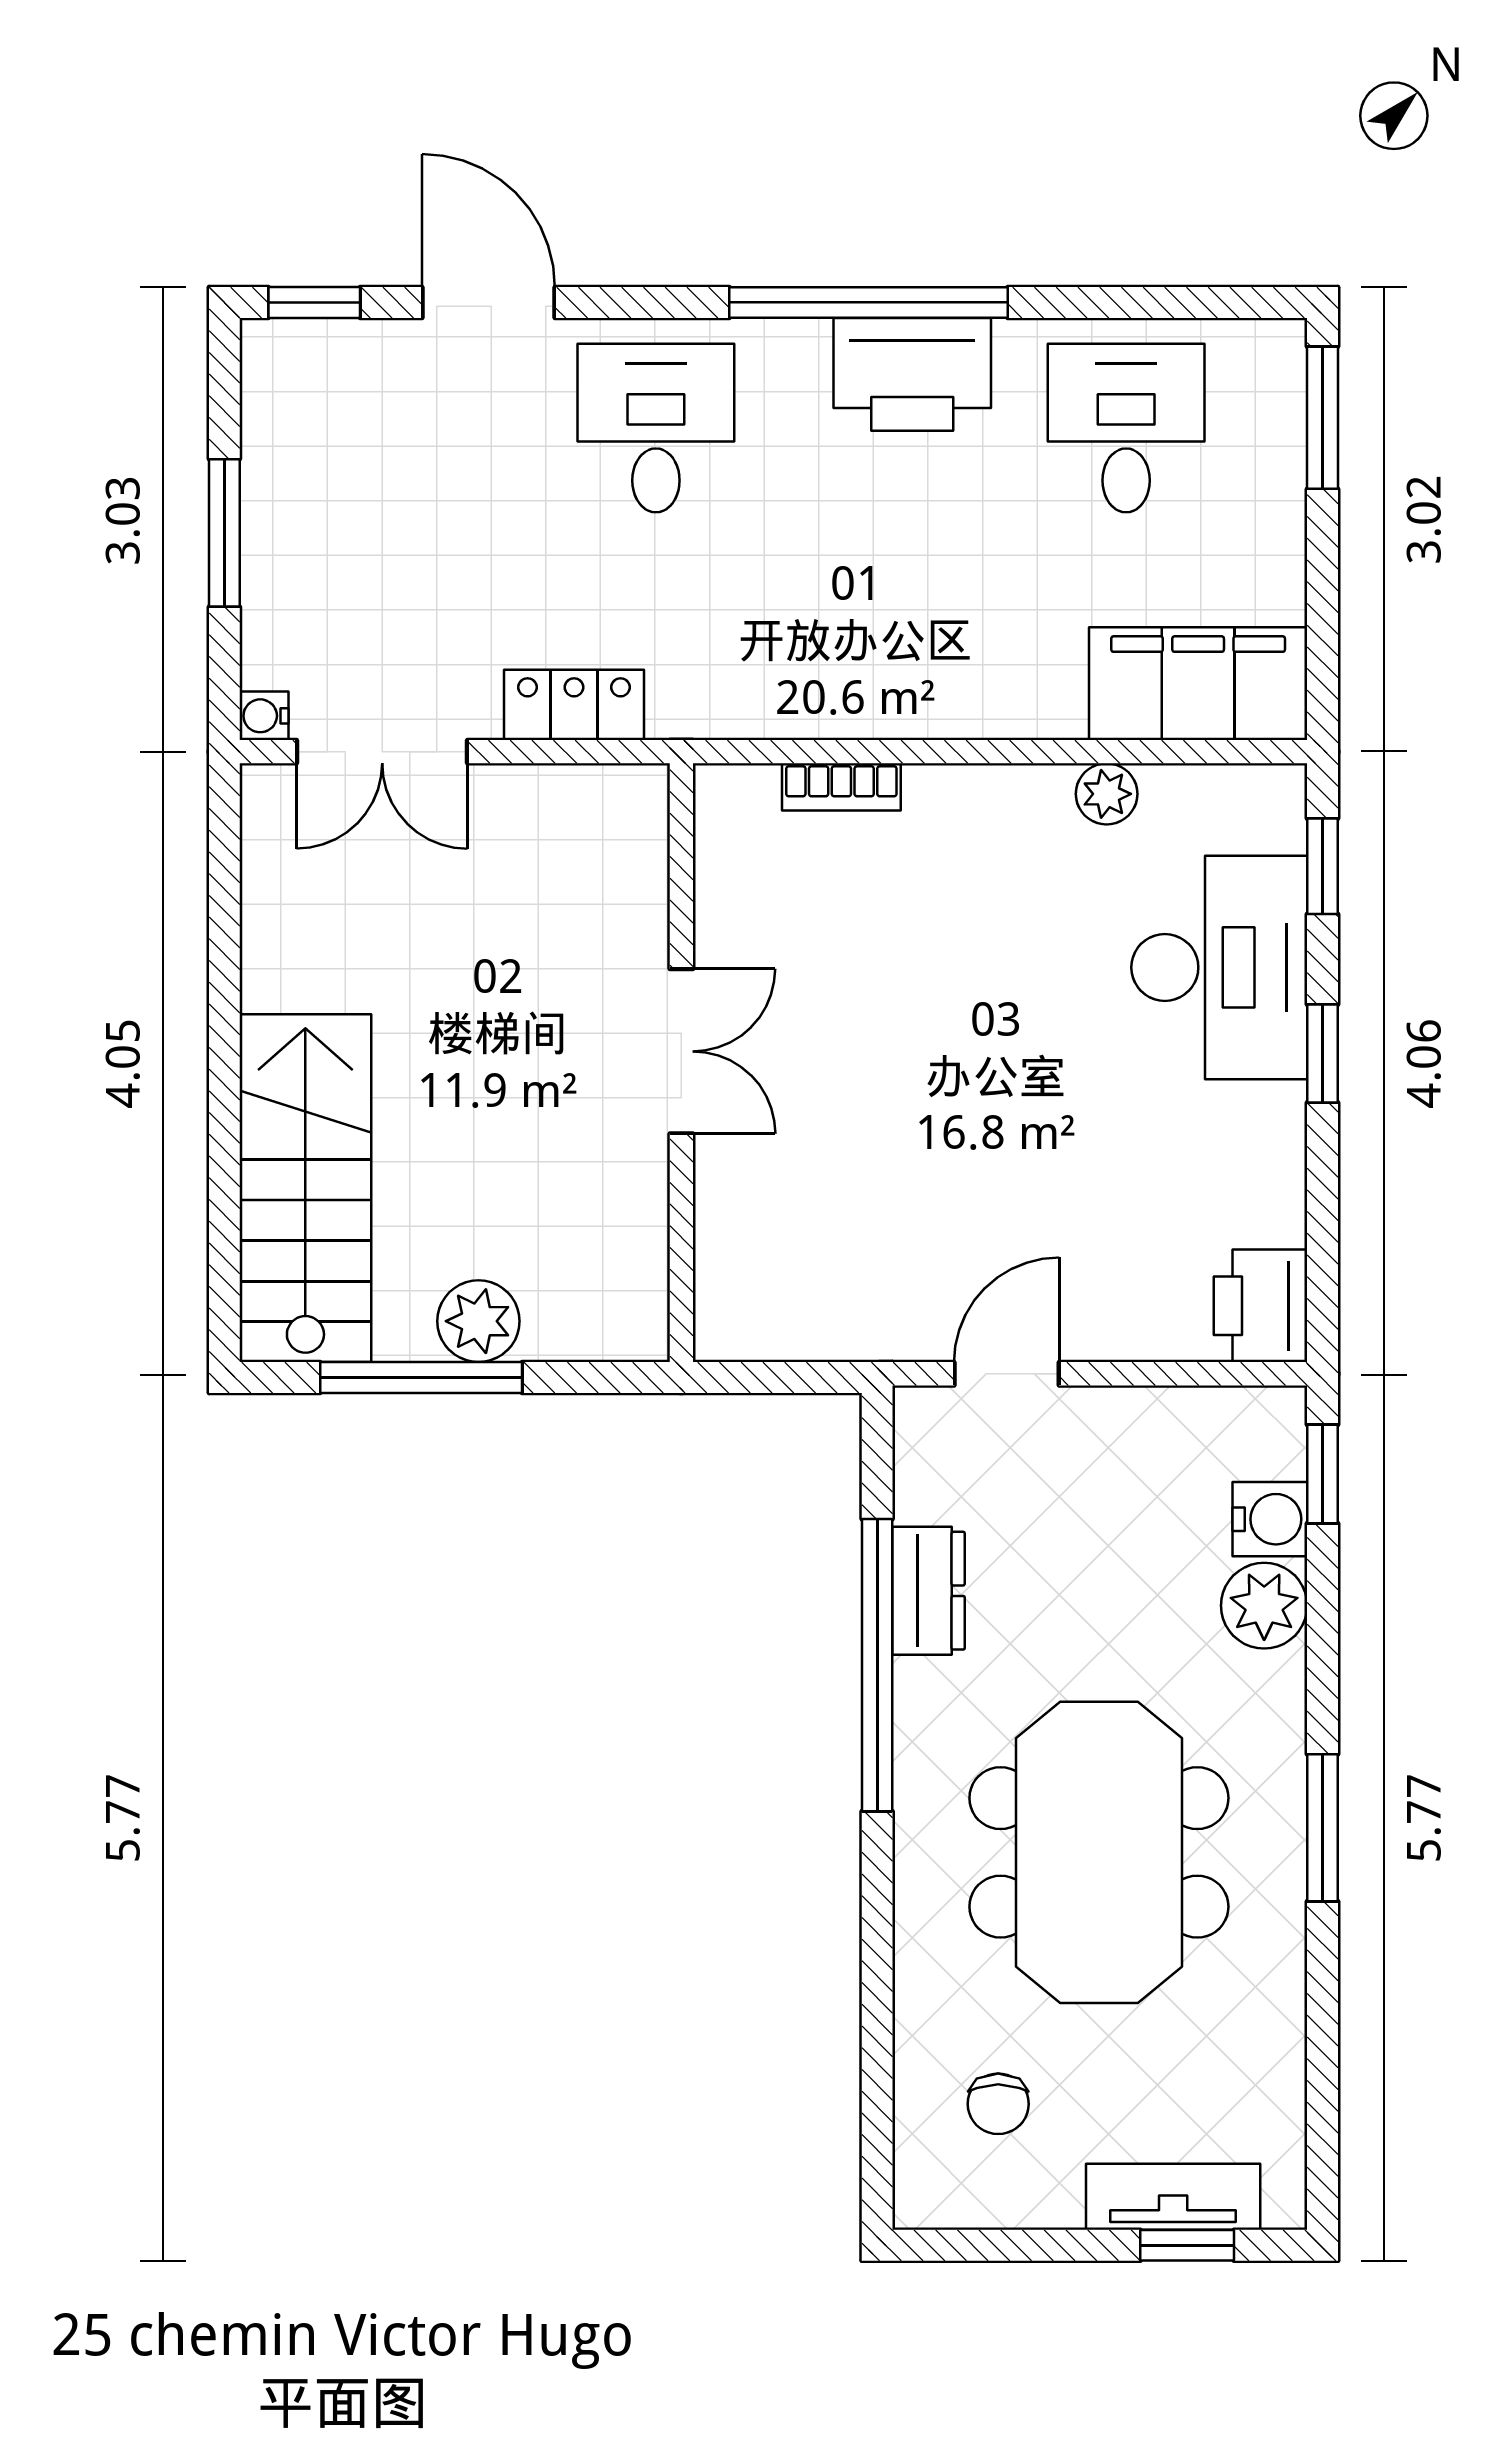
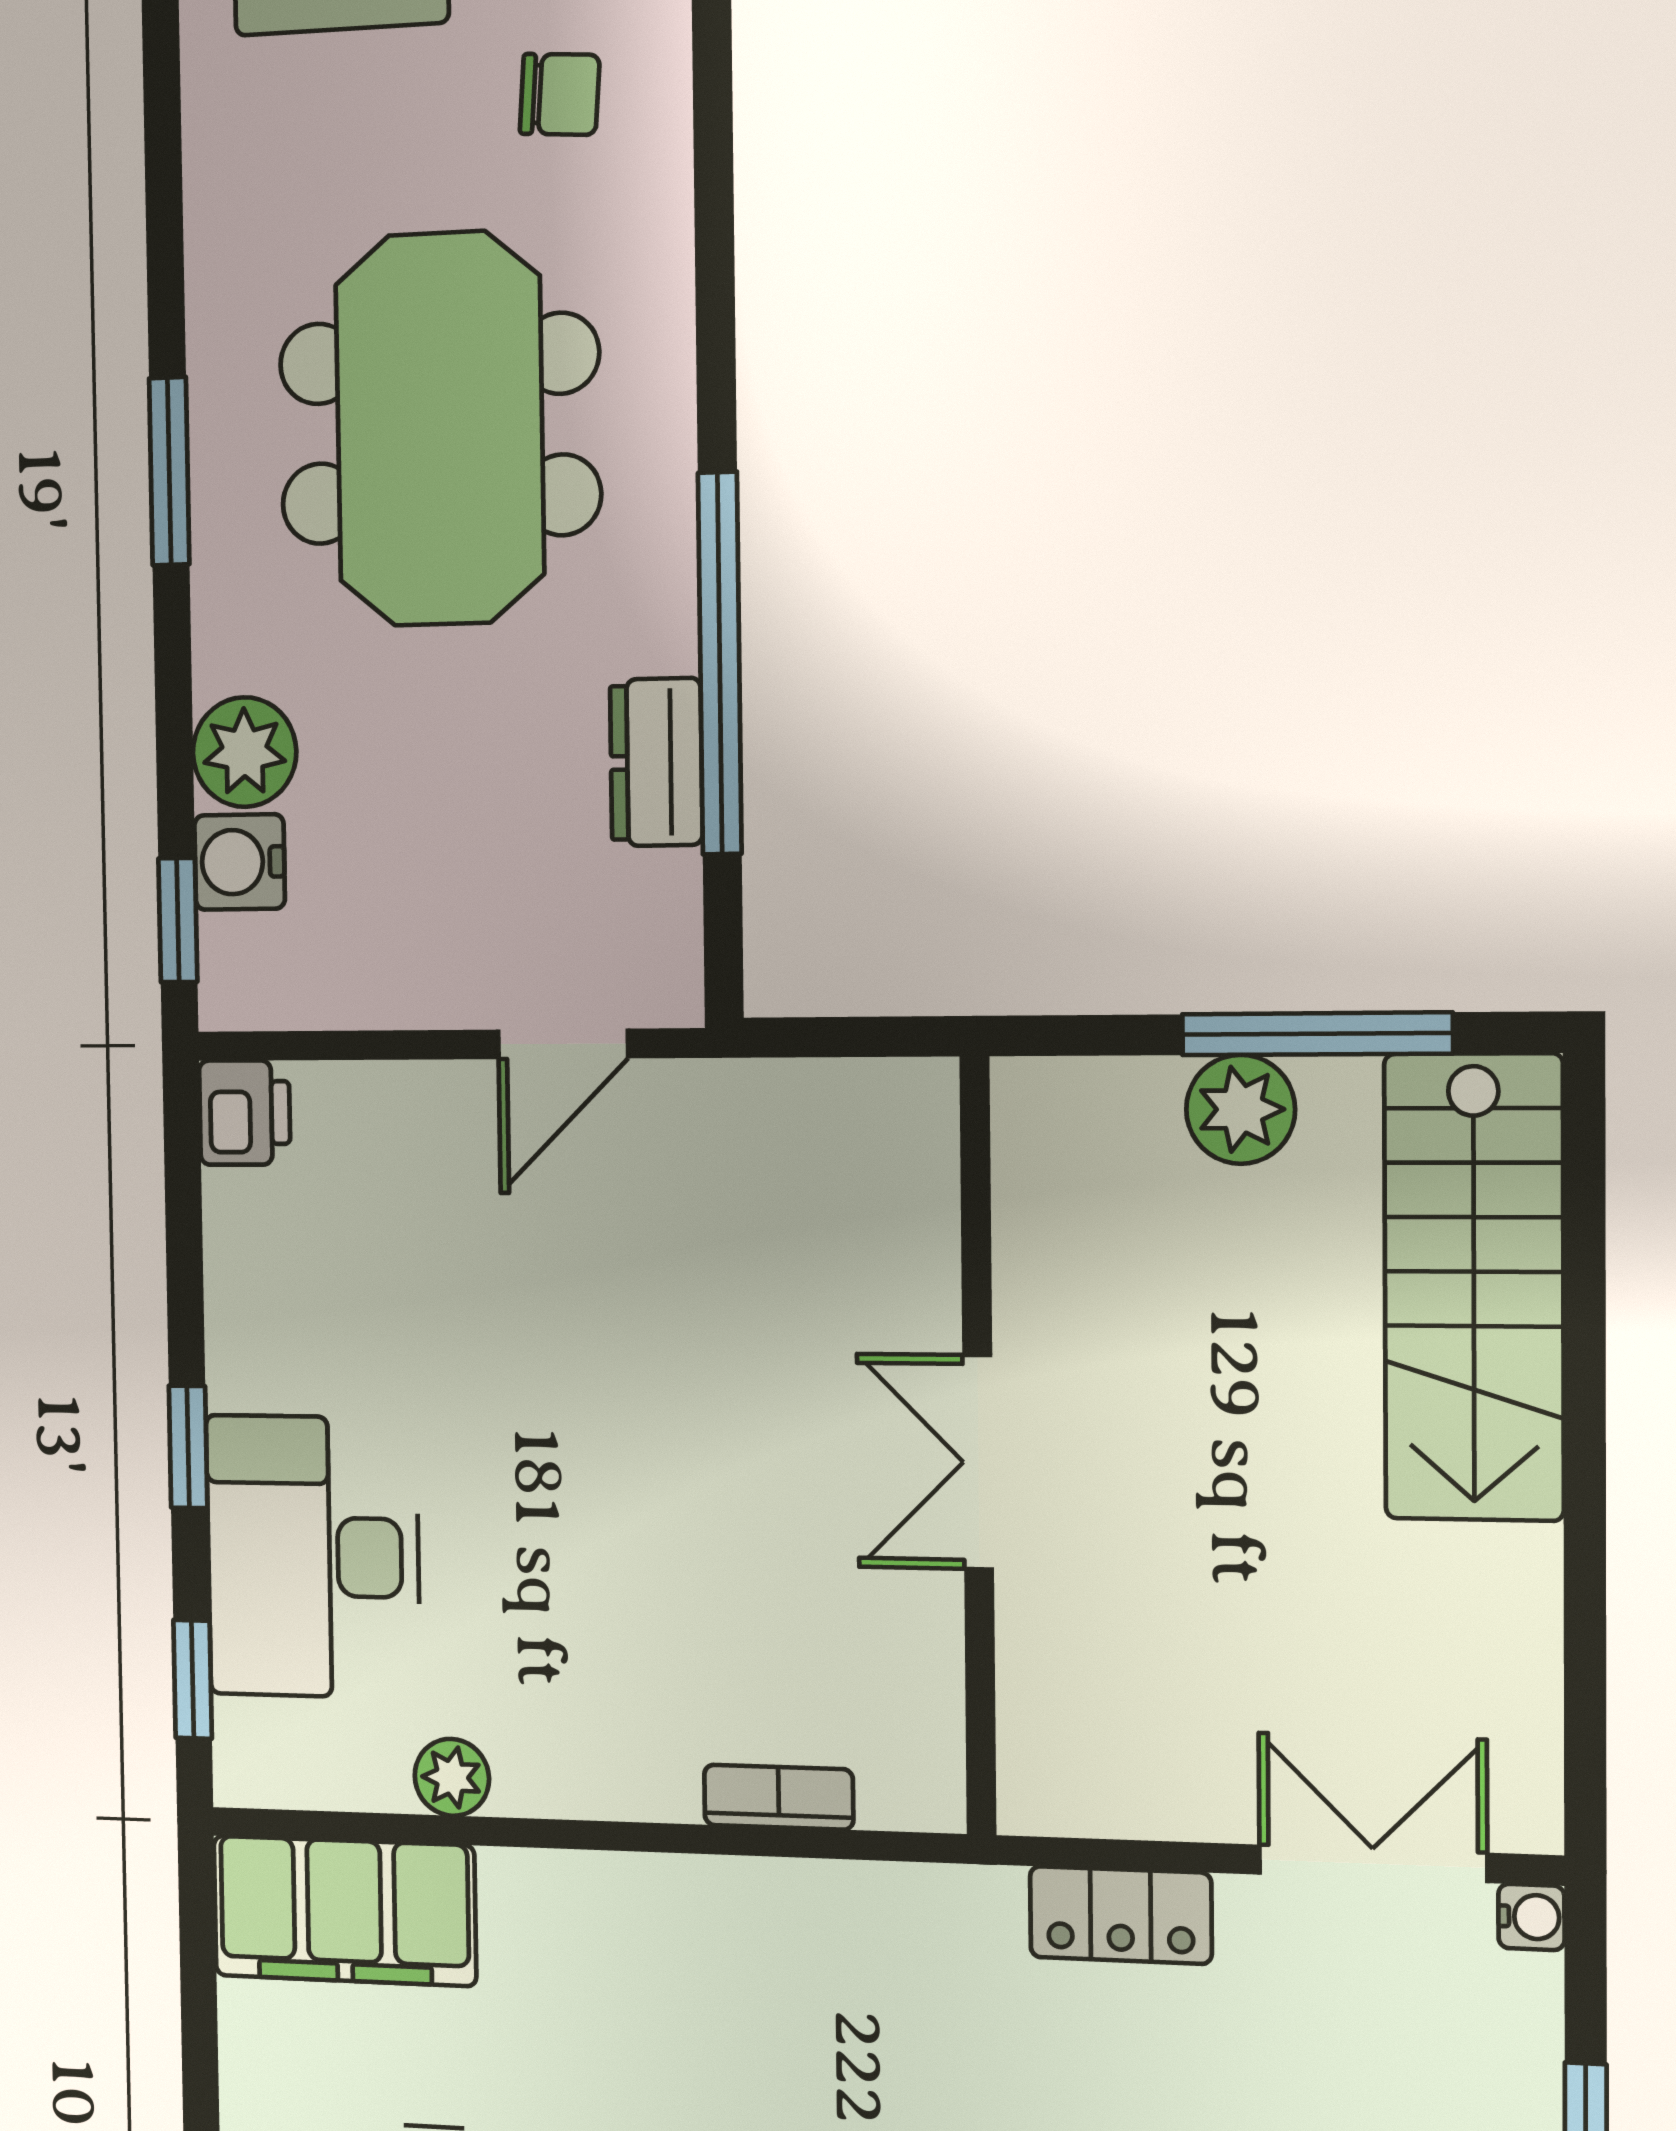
printer: (1261, 1306) -> (245, 1113), width x0.73, depth x0.81
chair: (998, 2104) -> (560, 94), turned 94

